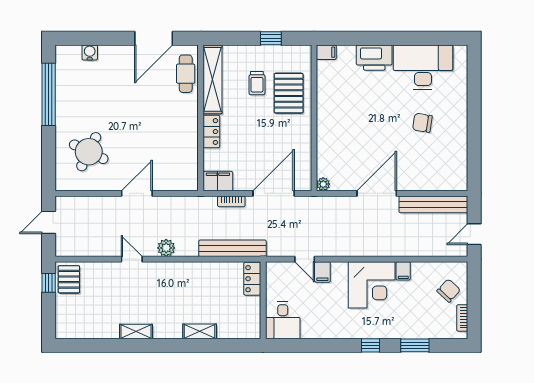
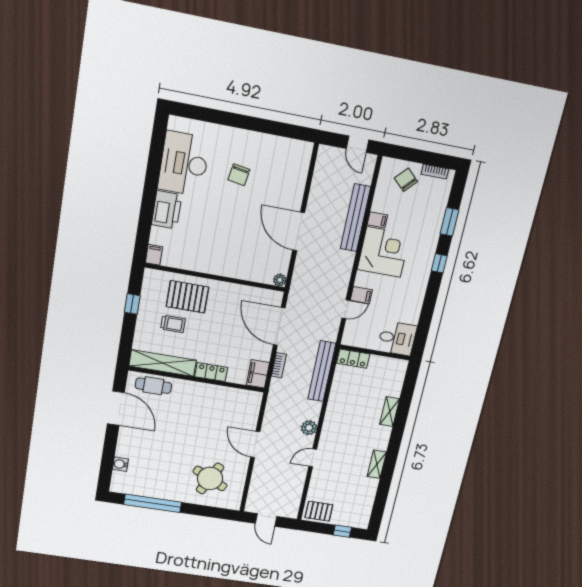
bench: (433, 204) -> (355, 218), moved
window: (49, 283) -> (342, 531), moved

